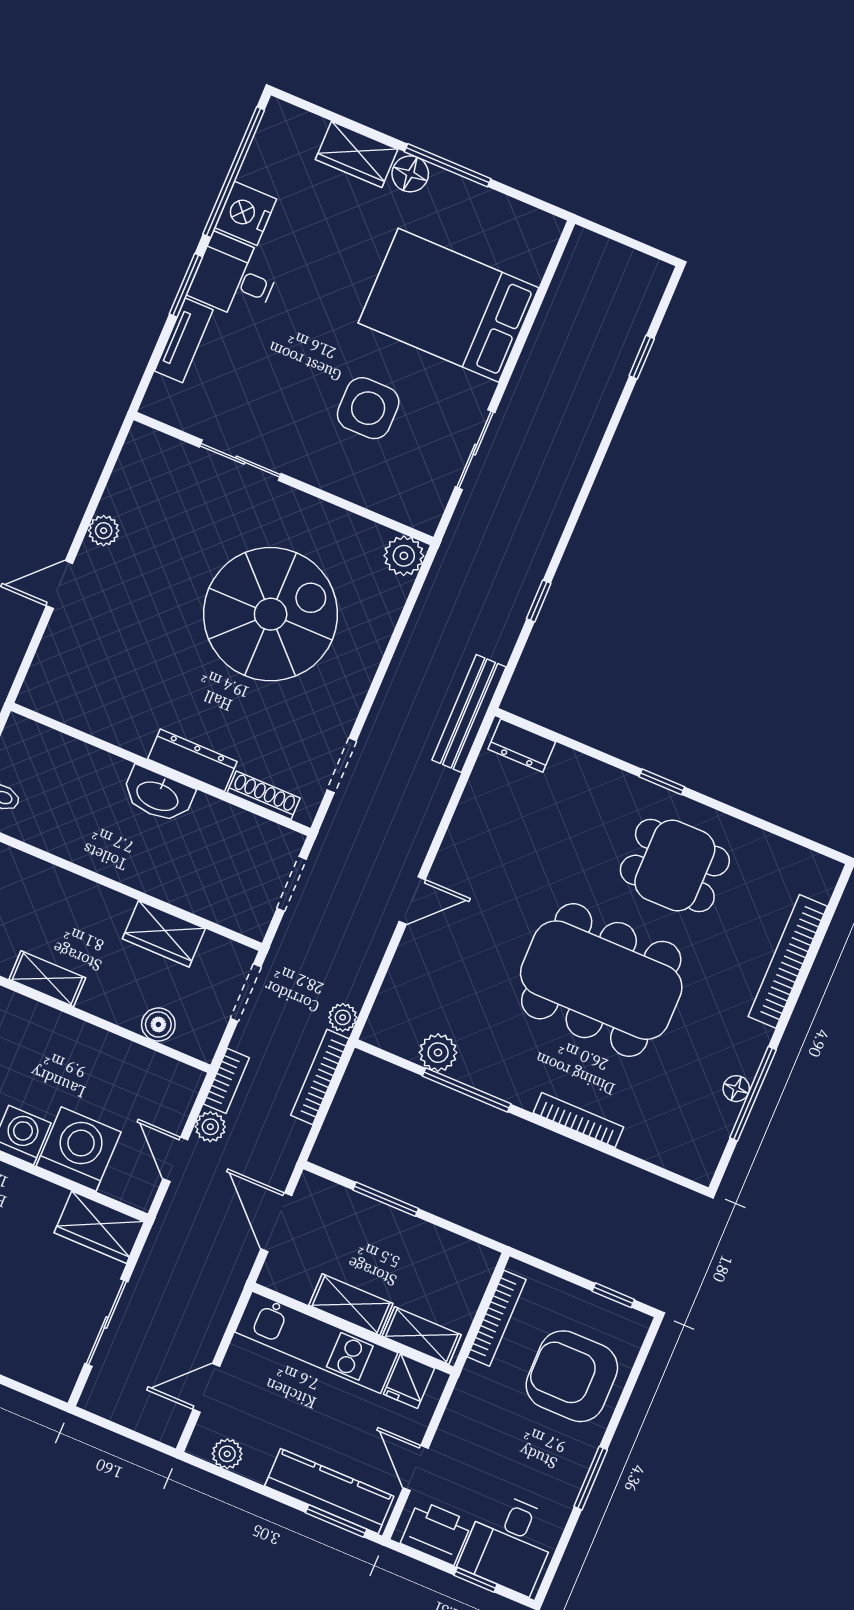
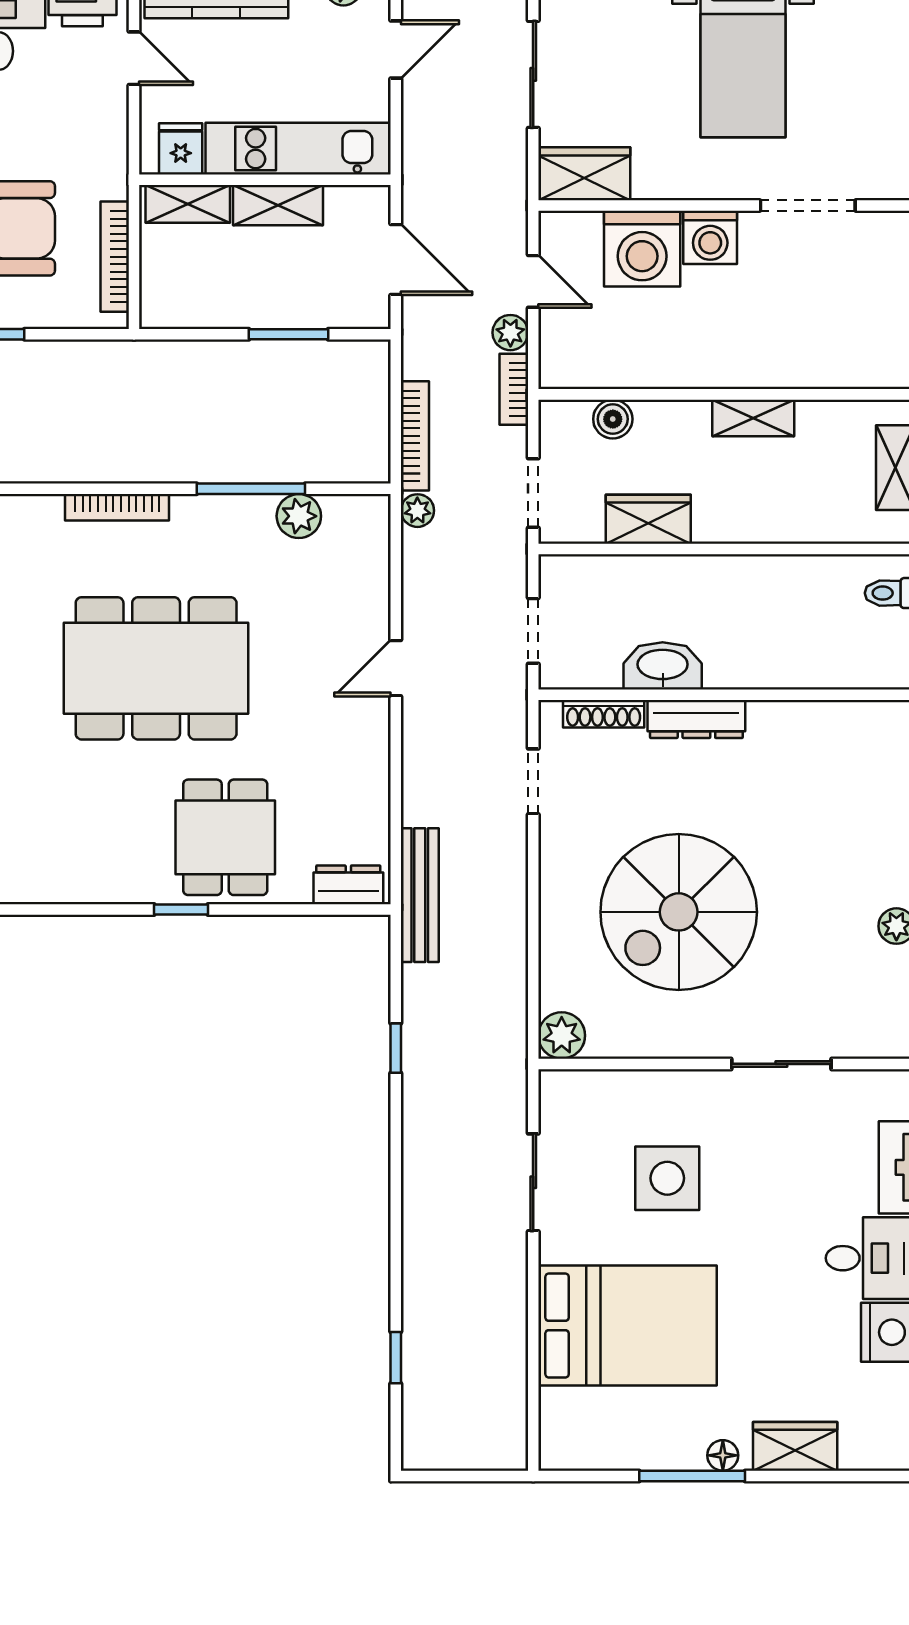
floor lamp: (410, 174) -> (723, 1455), width x0.73, depth x0.73
washbasin: (158, 795) -> (663, 666), moved
dining table: (675, 866) -> (225, 837), moved, turned 90

